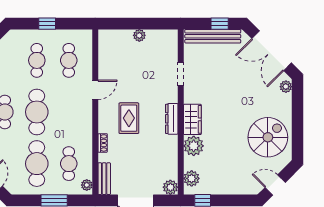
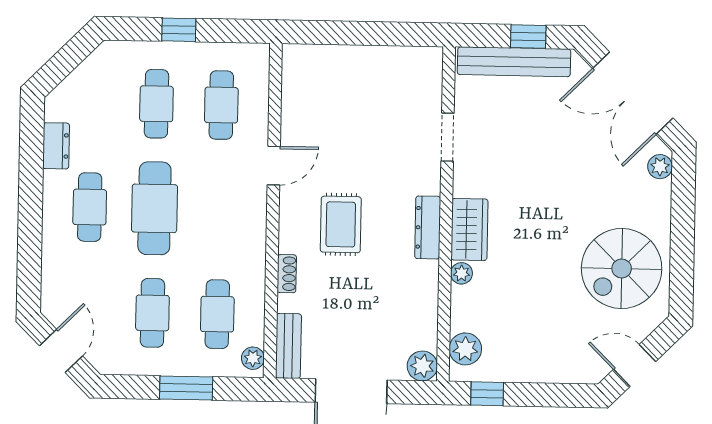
plant: (139, 35) -> (365, 57), removed
spiral stairs: (268, 137) -> (622, 268), turned 180
plant: (194, 146) -> (462, 273), width x0.53, depth x0.53
cafe table: (37, 164) -> (152, 313), width x0.73, depth x0.74

